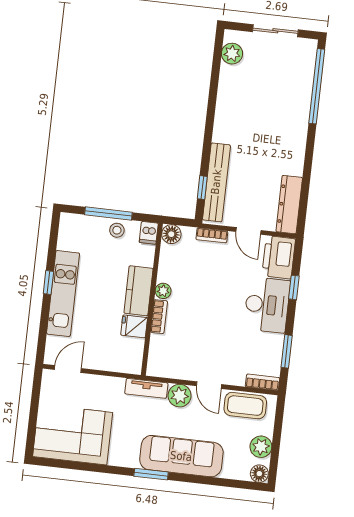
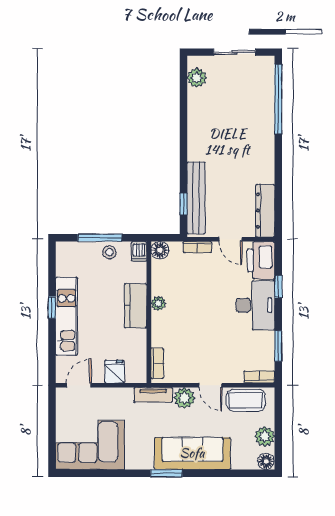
bookcase: (159, 317) -> (157, 363), moved
fridge: (134, 326) -> (114, 372), moved, turned 90

